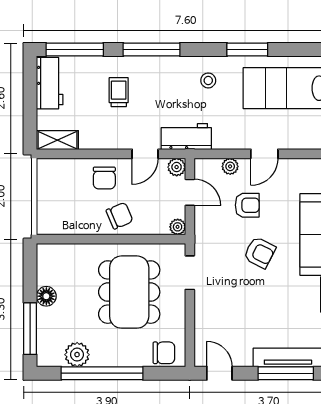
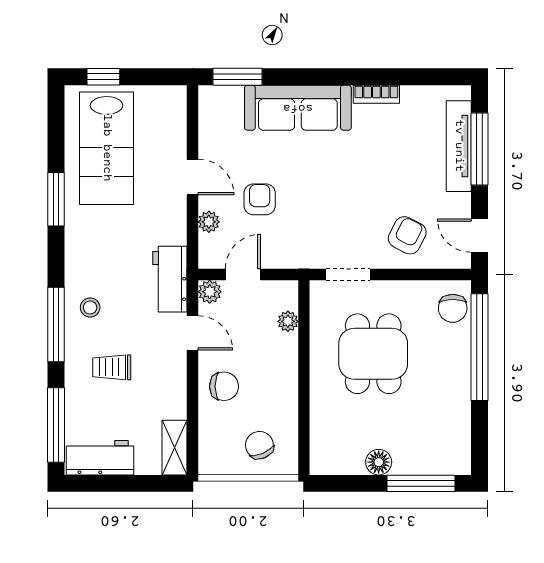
stool: (208, 80) -> (90, 307), moved
chair: (120, 216) -> (259, 445), moved
plant: (178, 227) -> (288, 321), moved
armchair: (260, 253) -> (407, 235), moved
dining table: (129, 292) -> (373, 354), width x0.73
chair: (164, 353) -> (453, 308), turned 180
plant: (77, 355) -> (455, 422), removed
window: (102, 373) -> (479, 347), moved
door: (219, 373) -> (479, 236), hinge flipped

